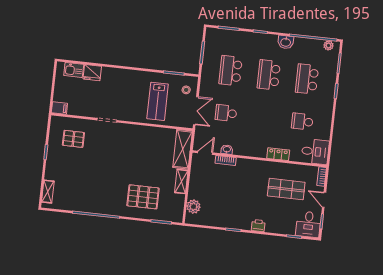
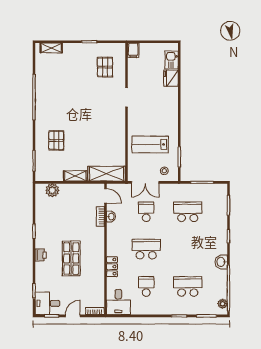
school desk: (269, 75) -> (146, 249), moved
shop shelf: (286, 189) -> (71, 258), moved
pallet: (143, 197) -> (56, 140), width x0.67, depth x0.71

